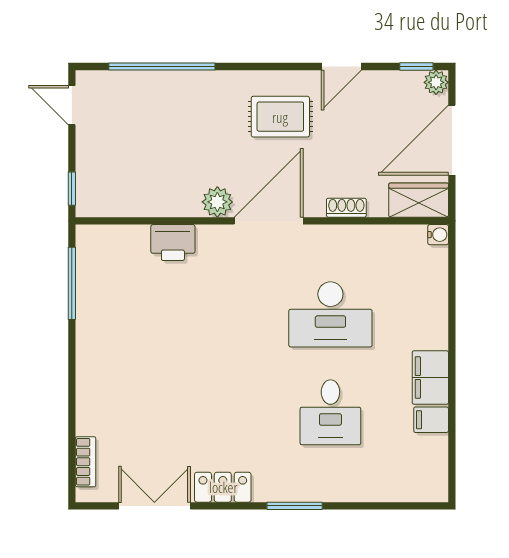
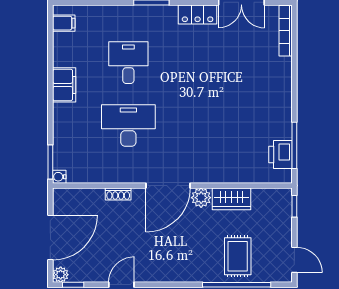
rug: (280, 117) -> (238, 256), moved, turned 90
wardrobe: (419, 200) -> (232, 199), moved
printer: (173, 243) -> (281, 155), moved, turned -90
window: (452, 257) -> (50, 162), added
filing cabinet: (431, 420) -> (64, 23), moved
bookcase: (86, 462) -> (286, 31), width x1.56

